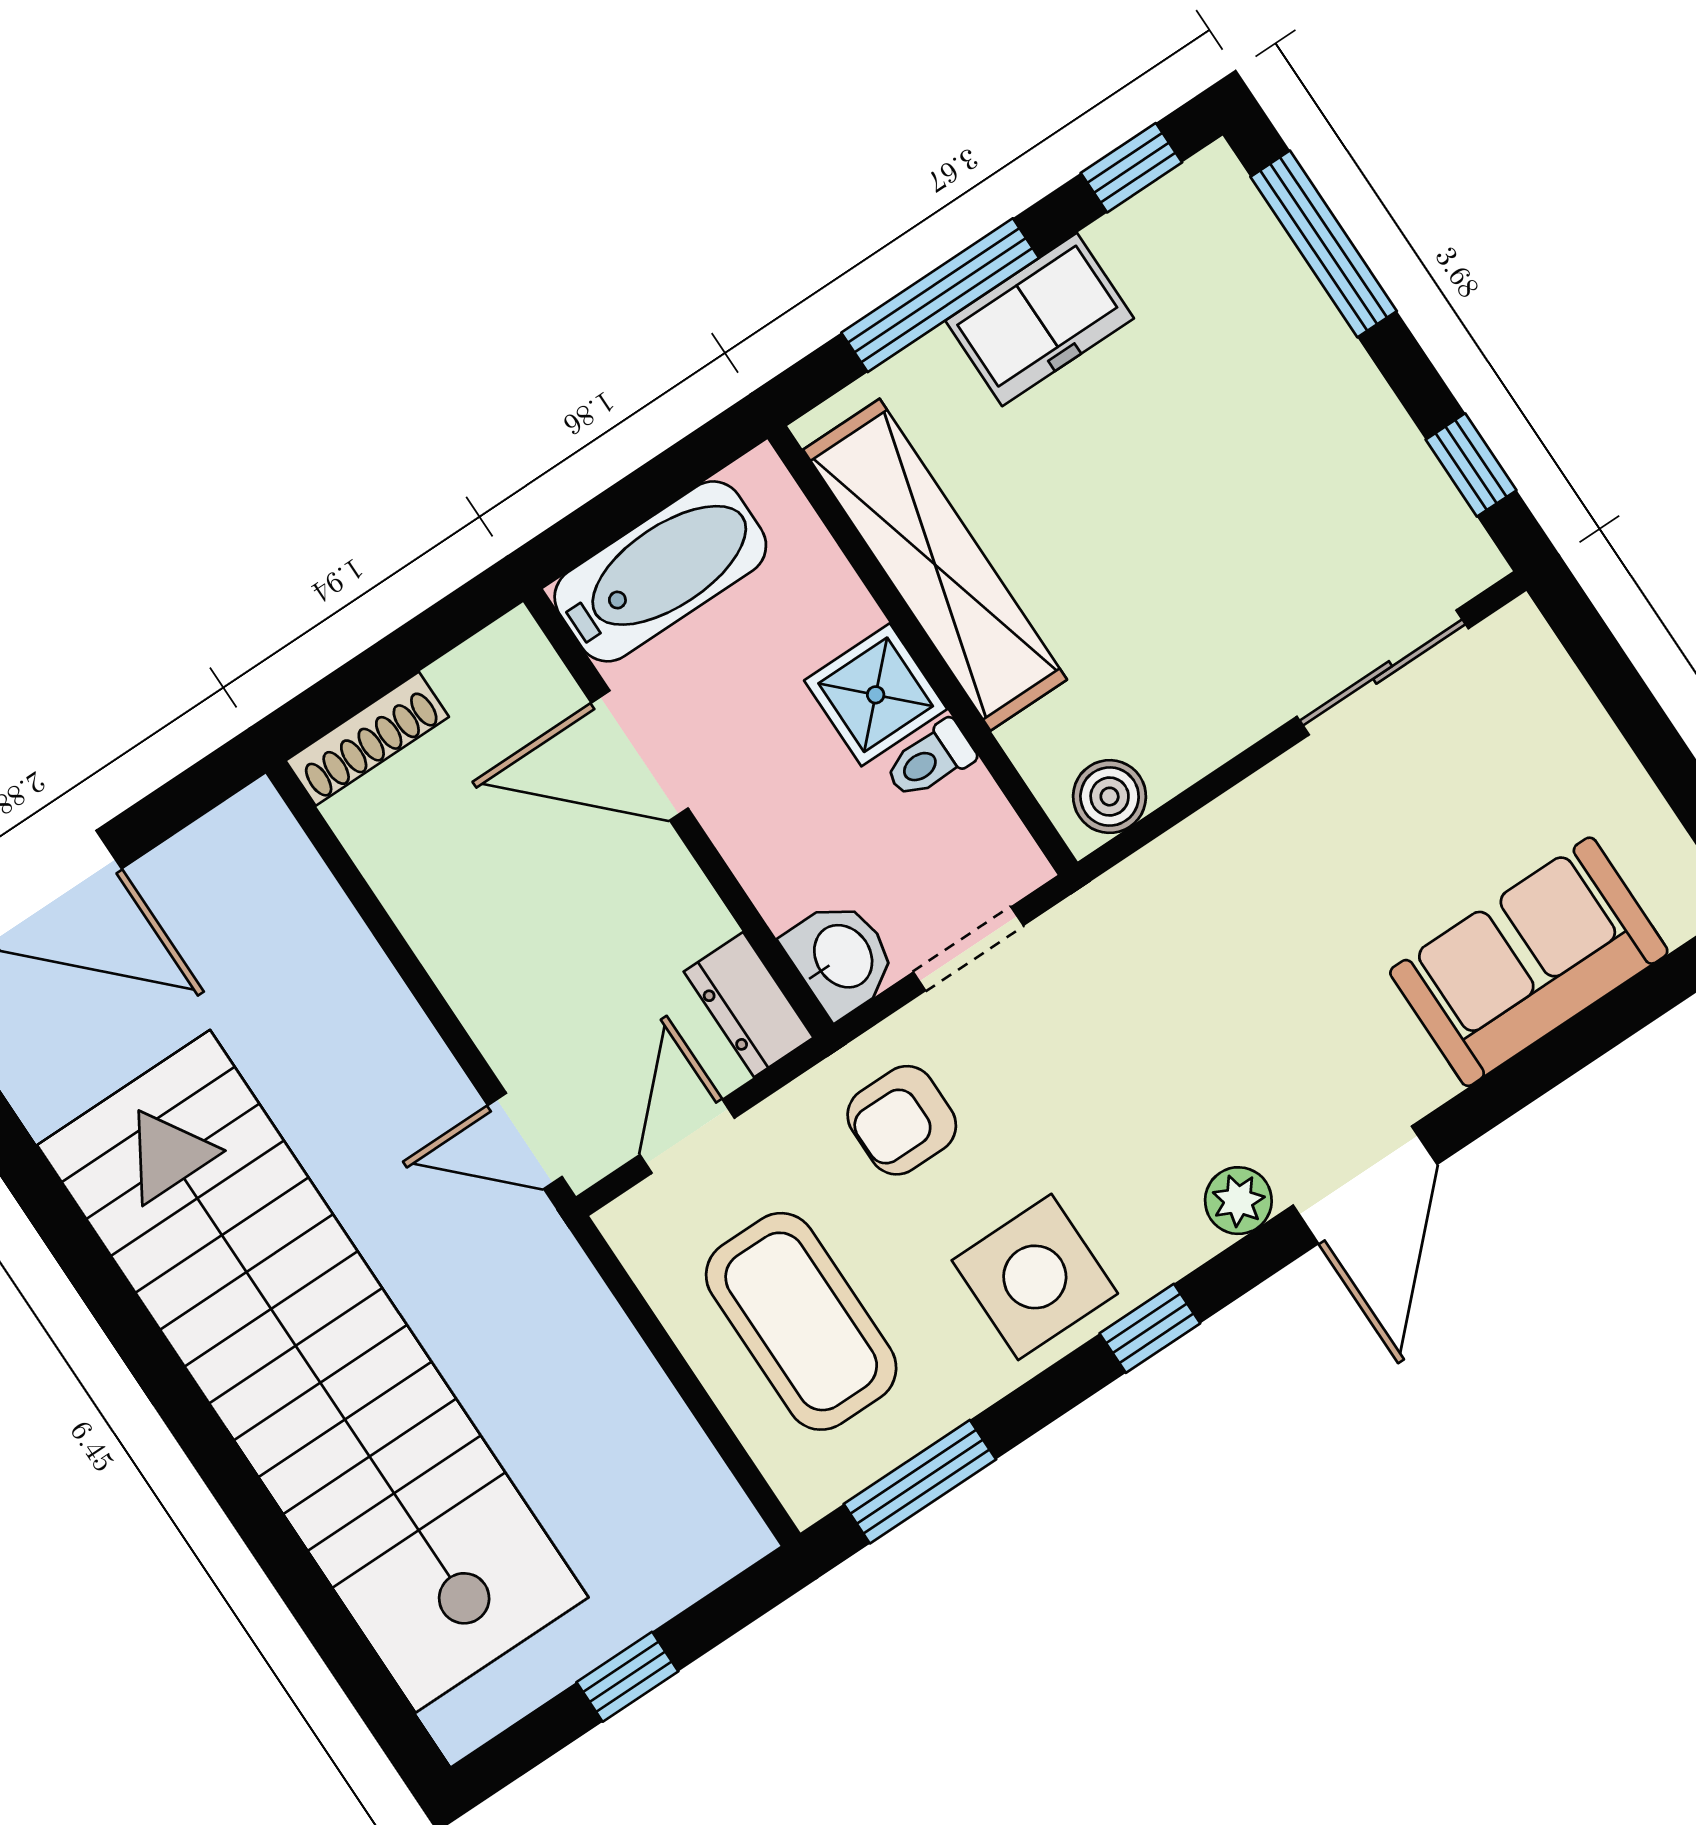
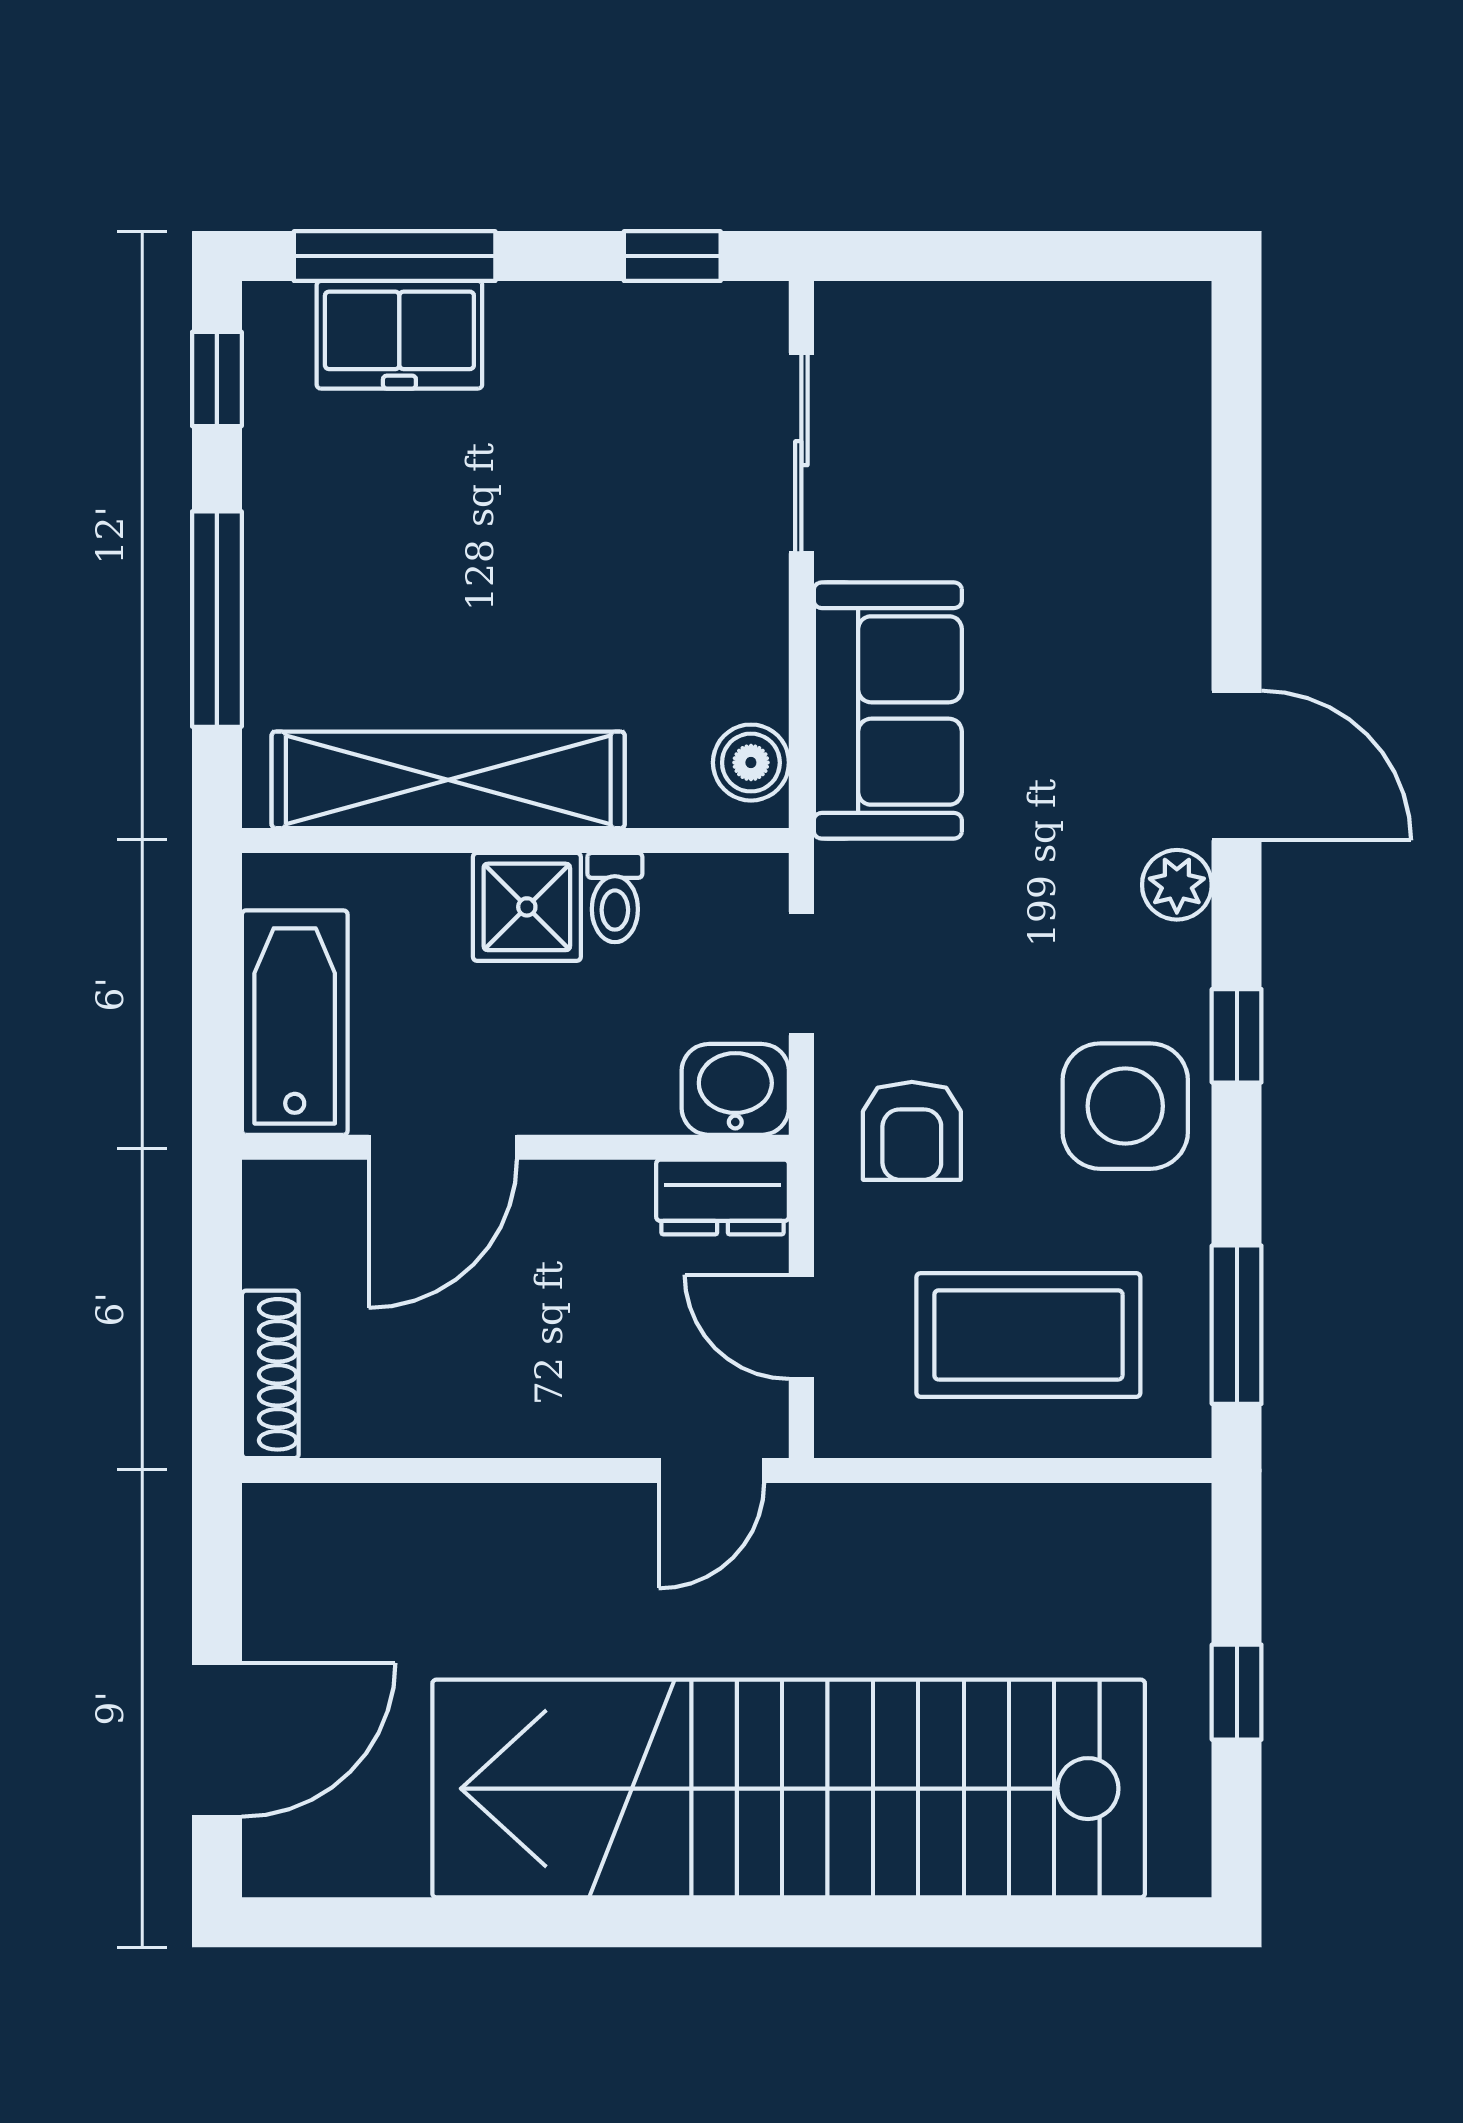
freezer: (1040, 320) -> (399, 335), moved, turned 90
sofa: (1529, 962) -> (888, 710), moved, turned 180

